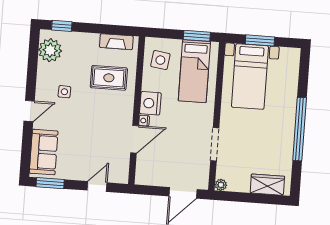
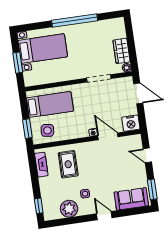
window: (197, 36) -> (27, 129), moved
plant: (50, 50) -> (69, 209), moved
bed with nightstands: (250, 76) -> (43, 49), moved
nightstand: (150, 103) -> (131, 123), moved
wardrobe: (267, 185) -> (122, 51), moved

